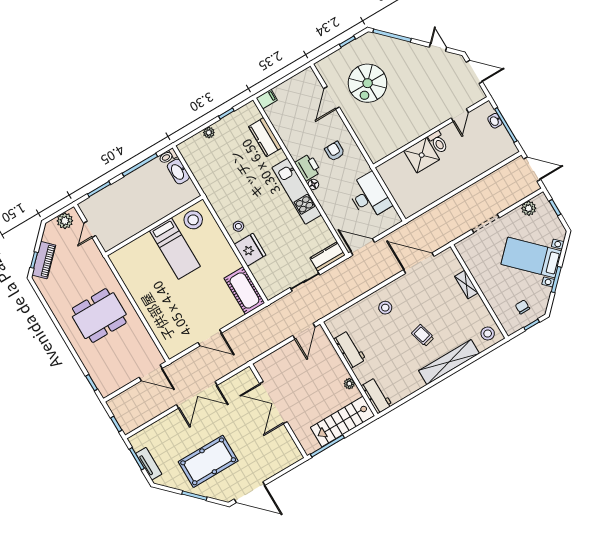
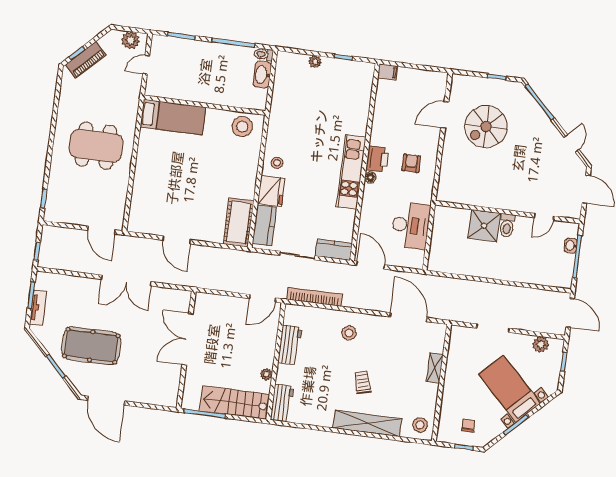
kitchen counter: (265, 137) -> (264, 225), moved, turned 180
bed: (175, 249) -> (173, 117), moved, turned -90
bookcase: (340, 301) -> (315, 297), added

